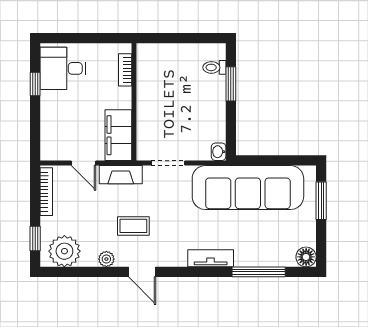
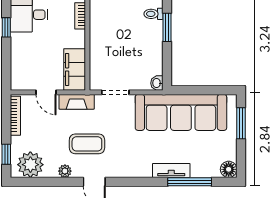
coffee table: (133, 226) -> (87, 144), width x1.36, depth x1.30
tv unit: (211, 258) -> (171, 170), moved

